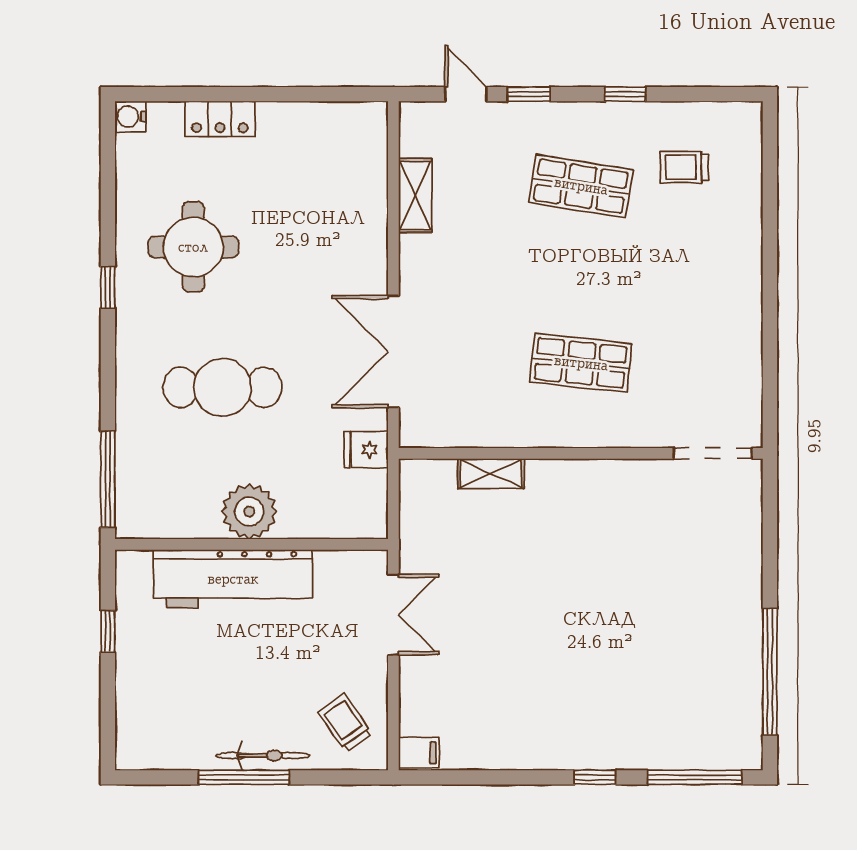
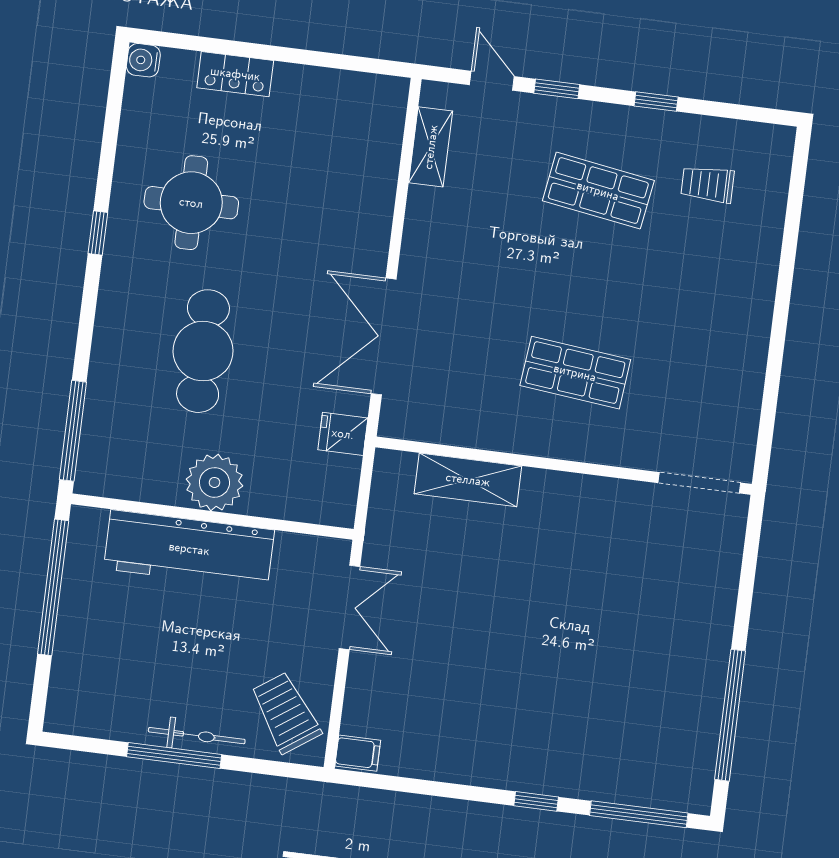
shelving: (415, 195) -> (431, 147), moved
cafe table: (222, 387) -> (203, 351), turned 90
shelving: (491, 473) -> (468, 480), width x1.50, depth x1.33
window: (108, 631) -> (53, 587), width x3.17
trolley: (345, 723) -> (286, 713), width x1.36, depth x1.39

